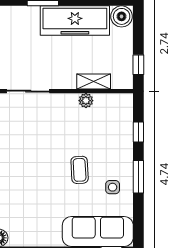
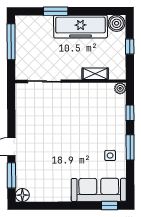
window: (138, 65) -> (130, 46), moved
plant: (86, 101) -> (120, 88), moved
coffee table: (80, 170) -> (84, 142), removed

